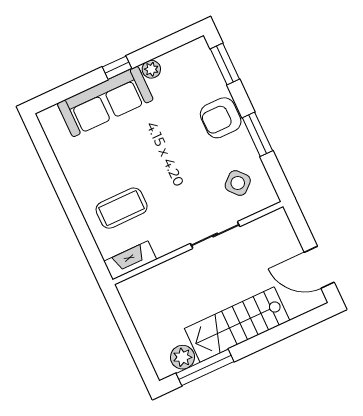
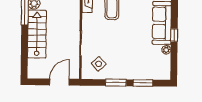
window: (225, 64) -> (143, 83), moved
armchair: (221, 118) -> (131, 70), removed
door: (319, 267) -> (59, 82), moved

